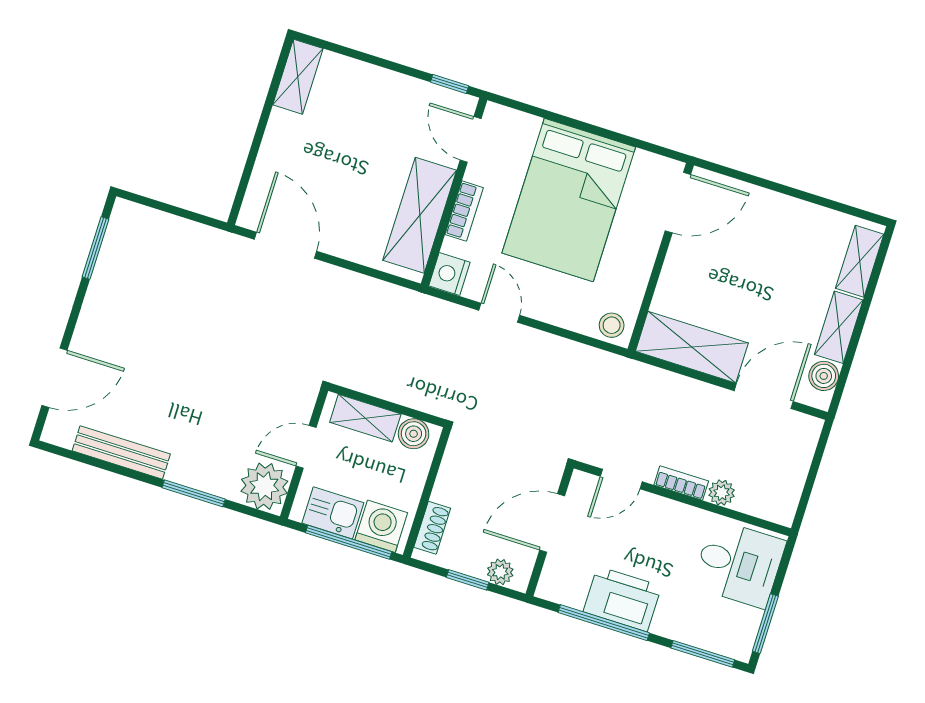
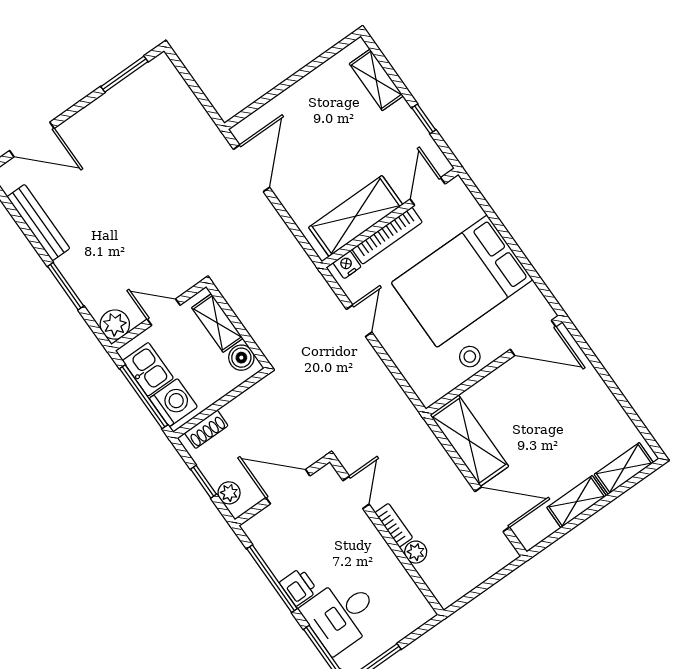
shelving: (298, 77) -> (376, 80), moved, turned 90
window: (450, 84) -> (424, 119), moved
bookcase: (464, 211) -> (387, 236), width x1.56
nightstand: (449, 274) -> (347, 265), width x0.72, depth x0.74
stool: (612, 325) -> (470, 357), moved
boiler: (824, 376) -> (542, 526), removed
door: (621, 479) -> (356, 492), swing flipped
plant: (264, 486) -> (115, 325), width x0.73, depth x0.73
desk: (739, 564) -> (341, 615), moved, turned 90
printer: (622, 599) -> (298, 587), width x0.53, depth x0.68

